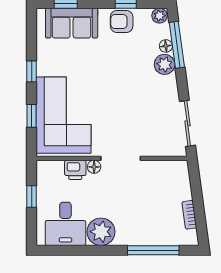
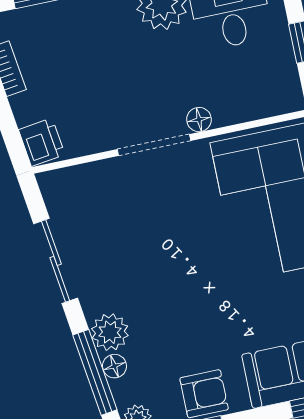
sliding door: (187, 123) -> (56, 261), moved
printer: (75, 170) -> (42, 142), moved, turned 82

